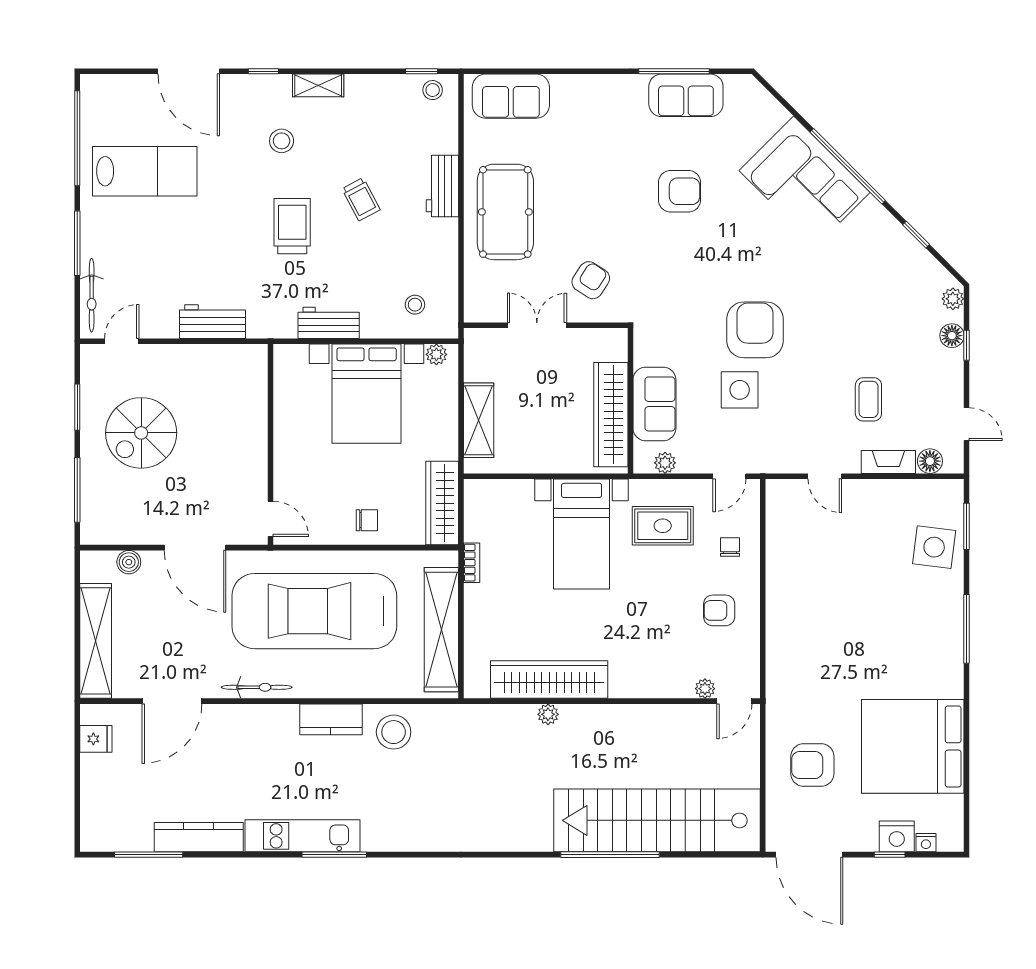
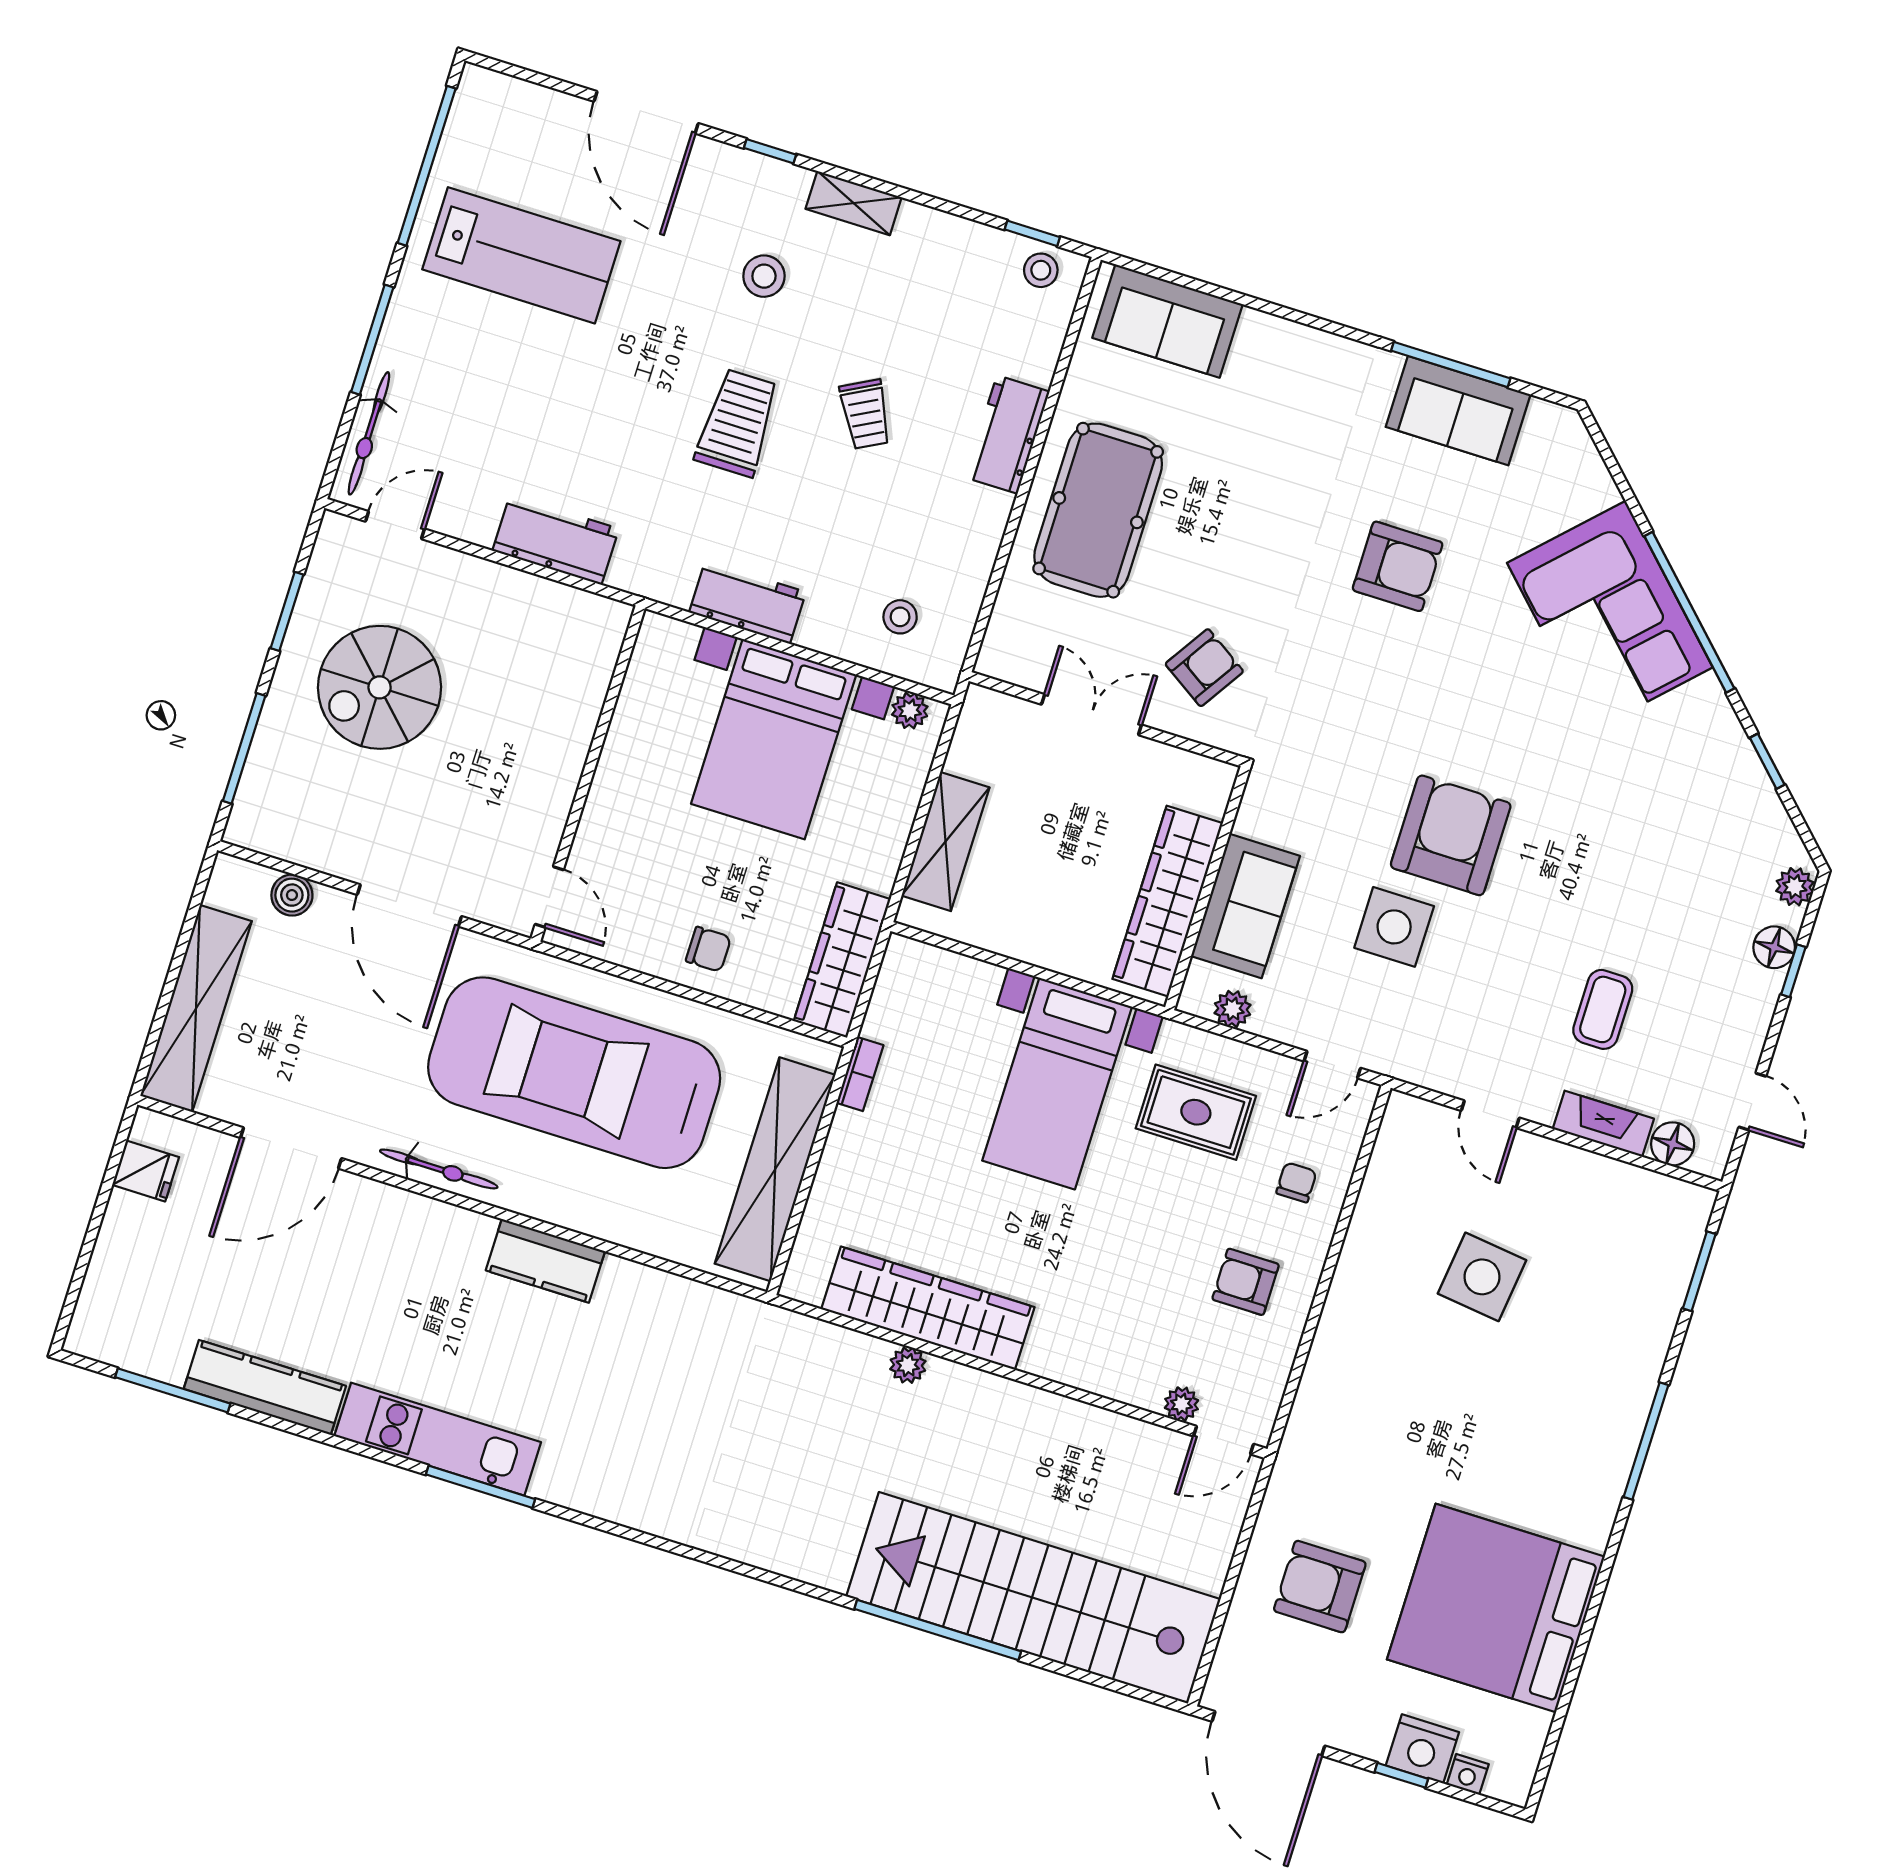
side table: (934, 547) -> (1482, 1277), moved
stool: (394, 732) -> (643, 1314), removed

